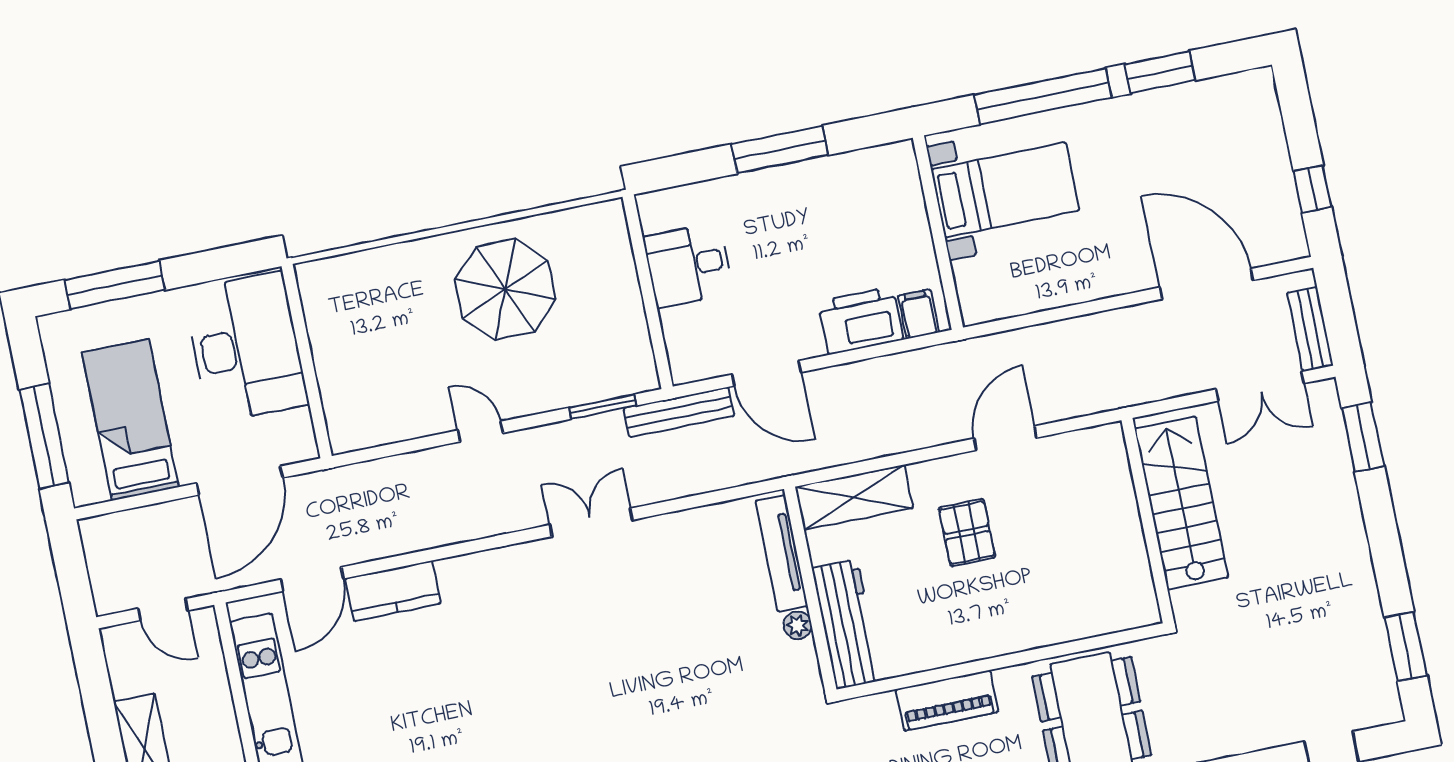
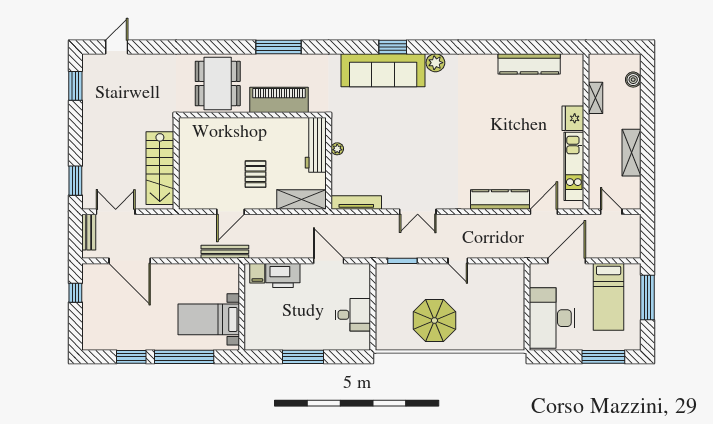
bench: (679, 412) -> (225, 252), moved
tv unit: (782, 553) -> (356, 202), moved, turned -90
kitchen counter: (393, 591) -> (500, 199), width x1.50
piano: (947, 701) -> (279, 100), width x1.37, depth x1.33

